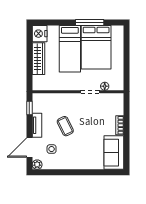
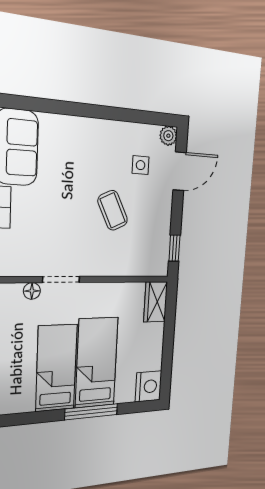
window: (90, 23) -> (91, 412), moved
bed: (96, 47) -> (56, 368), width x0.67
wardrobe: (38, 59) -> (156, 302), moved, width x0.67
tv unit: (37, 125) -> (164, 214), removed

